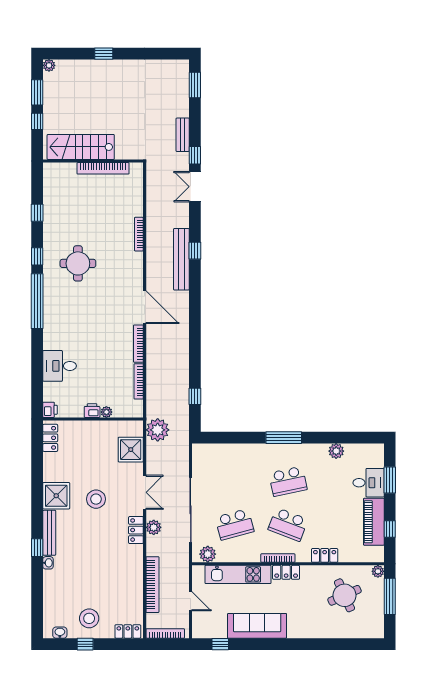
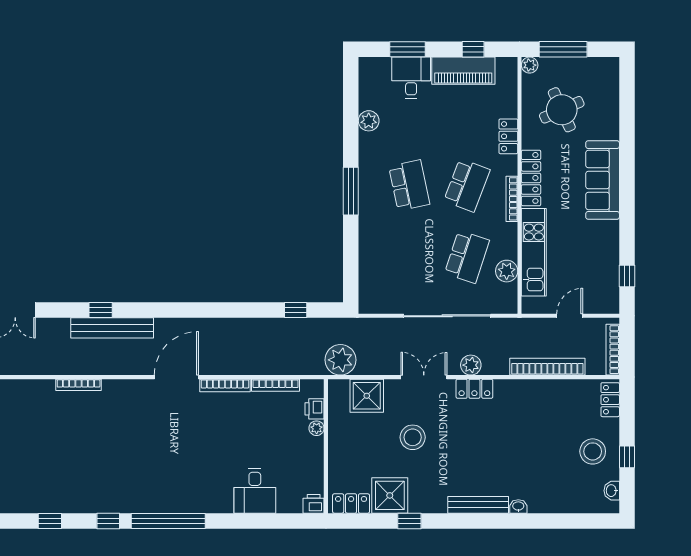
round table: (78, 263) -> (118, 466), removed
printer: (92, 411) -> (315, 409), moved
shower: (56, 496) -> (390, 495), moved
stool: (96, 499) -> (413, 437), moved
school desk: (235, 524) -> (467, 257), turned 33
window: (37, 548) -> (409, 521), moved
plant: (208, 554) -> (507, 271), moved
locker: (286, 572) -> (531, 178), width x1.53
sofa: (257, 626) -> (603, 180), moved

